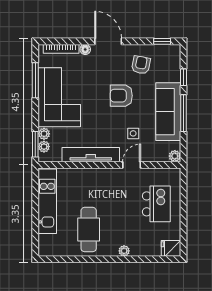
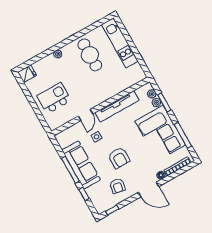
armchair: (121, 96) -> (119, 158), turned 90
window: (35, 144) -> (164, 102), moved
plant: (175, 156) -> (60, 137), removed
kitchen unit: (47, 201) -> (120, 43), moved
kitchen island: (156, 204) -> (54, 98), turned 90

